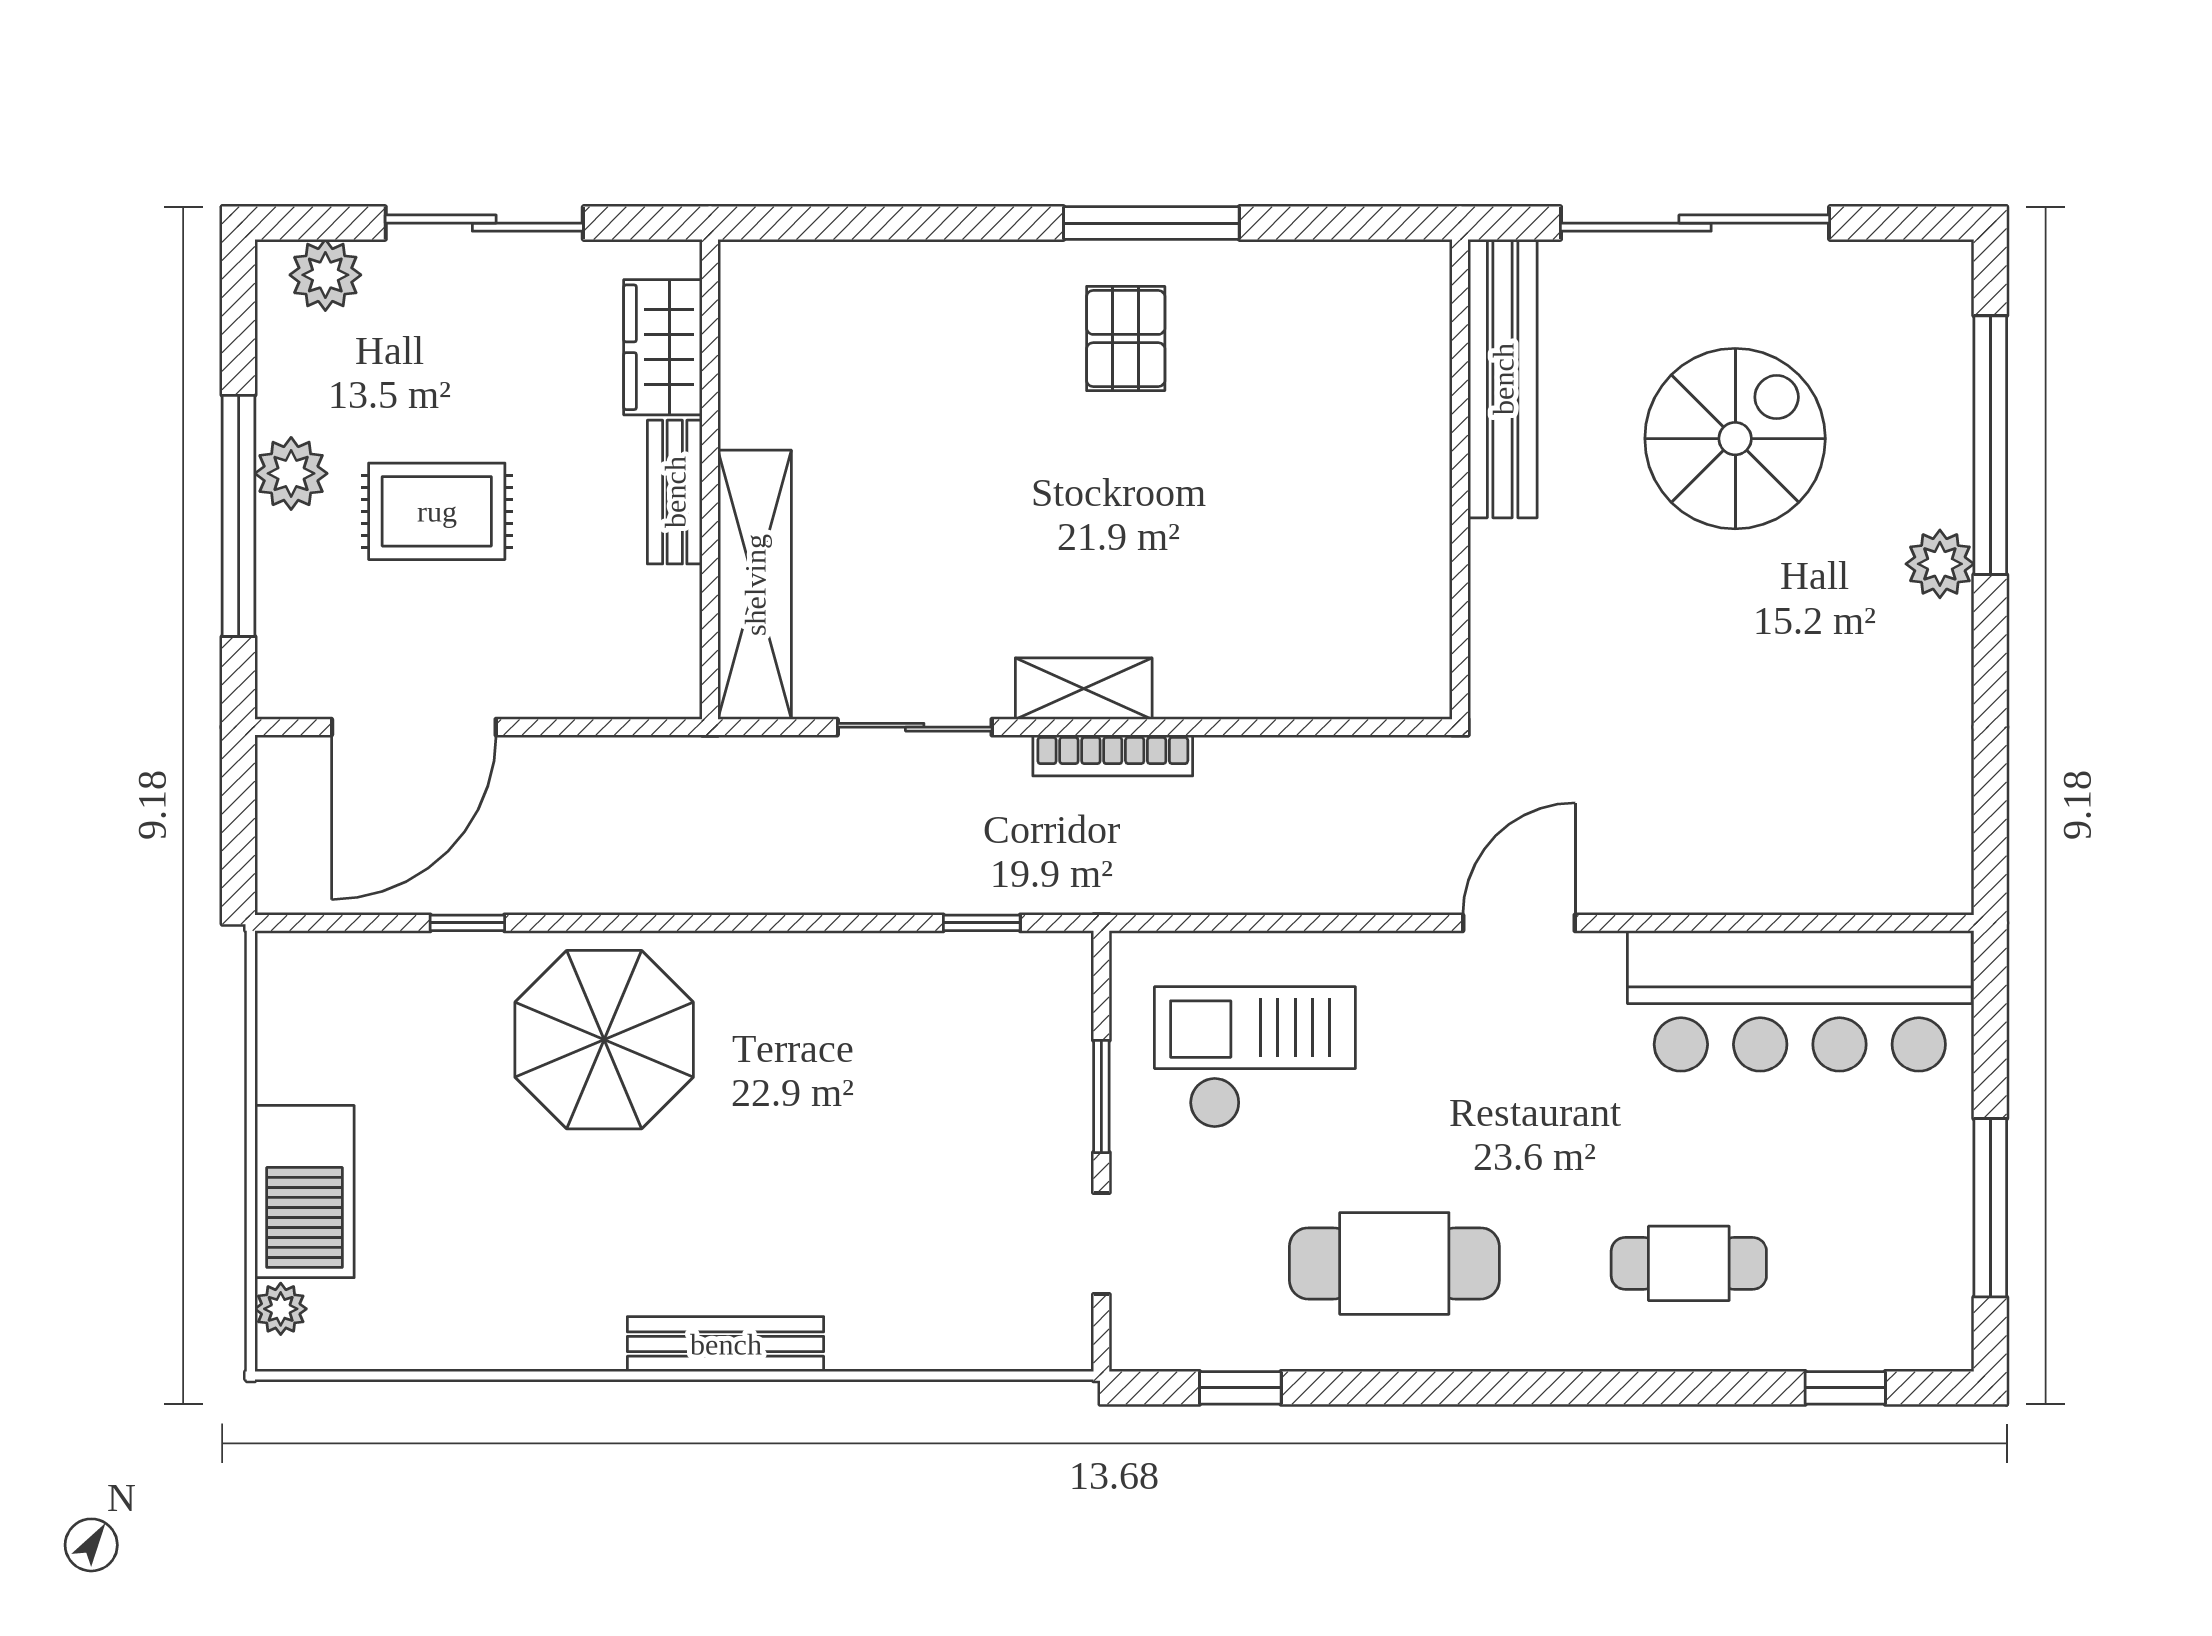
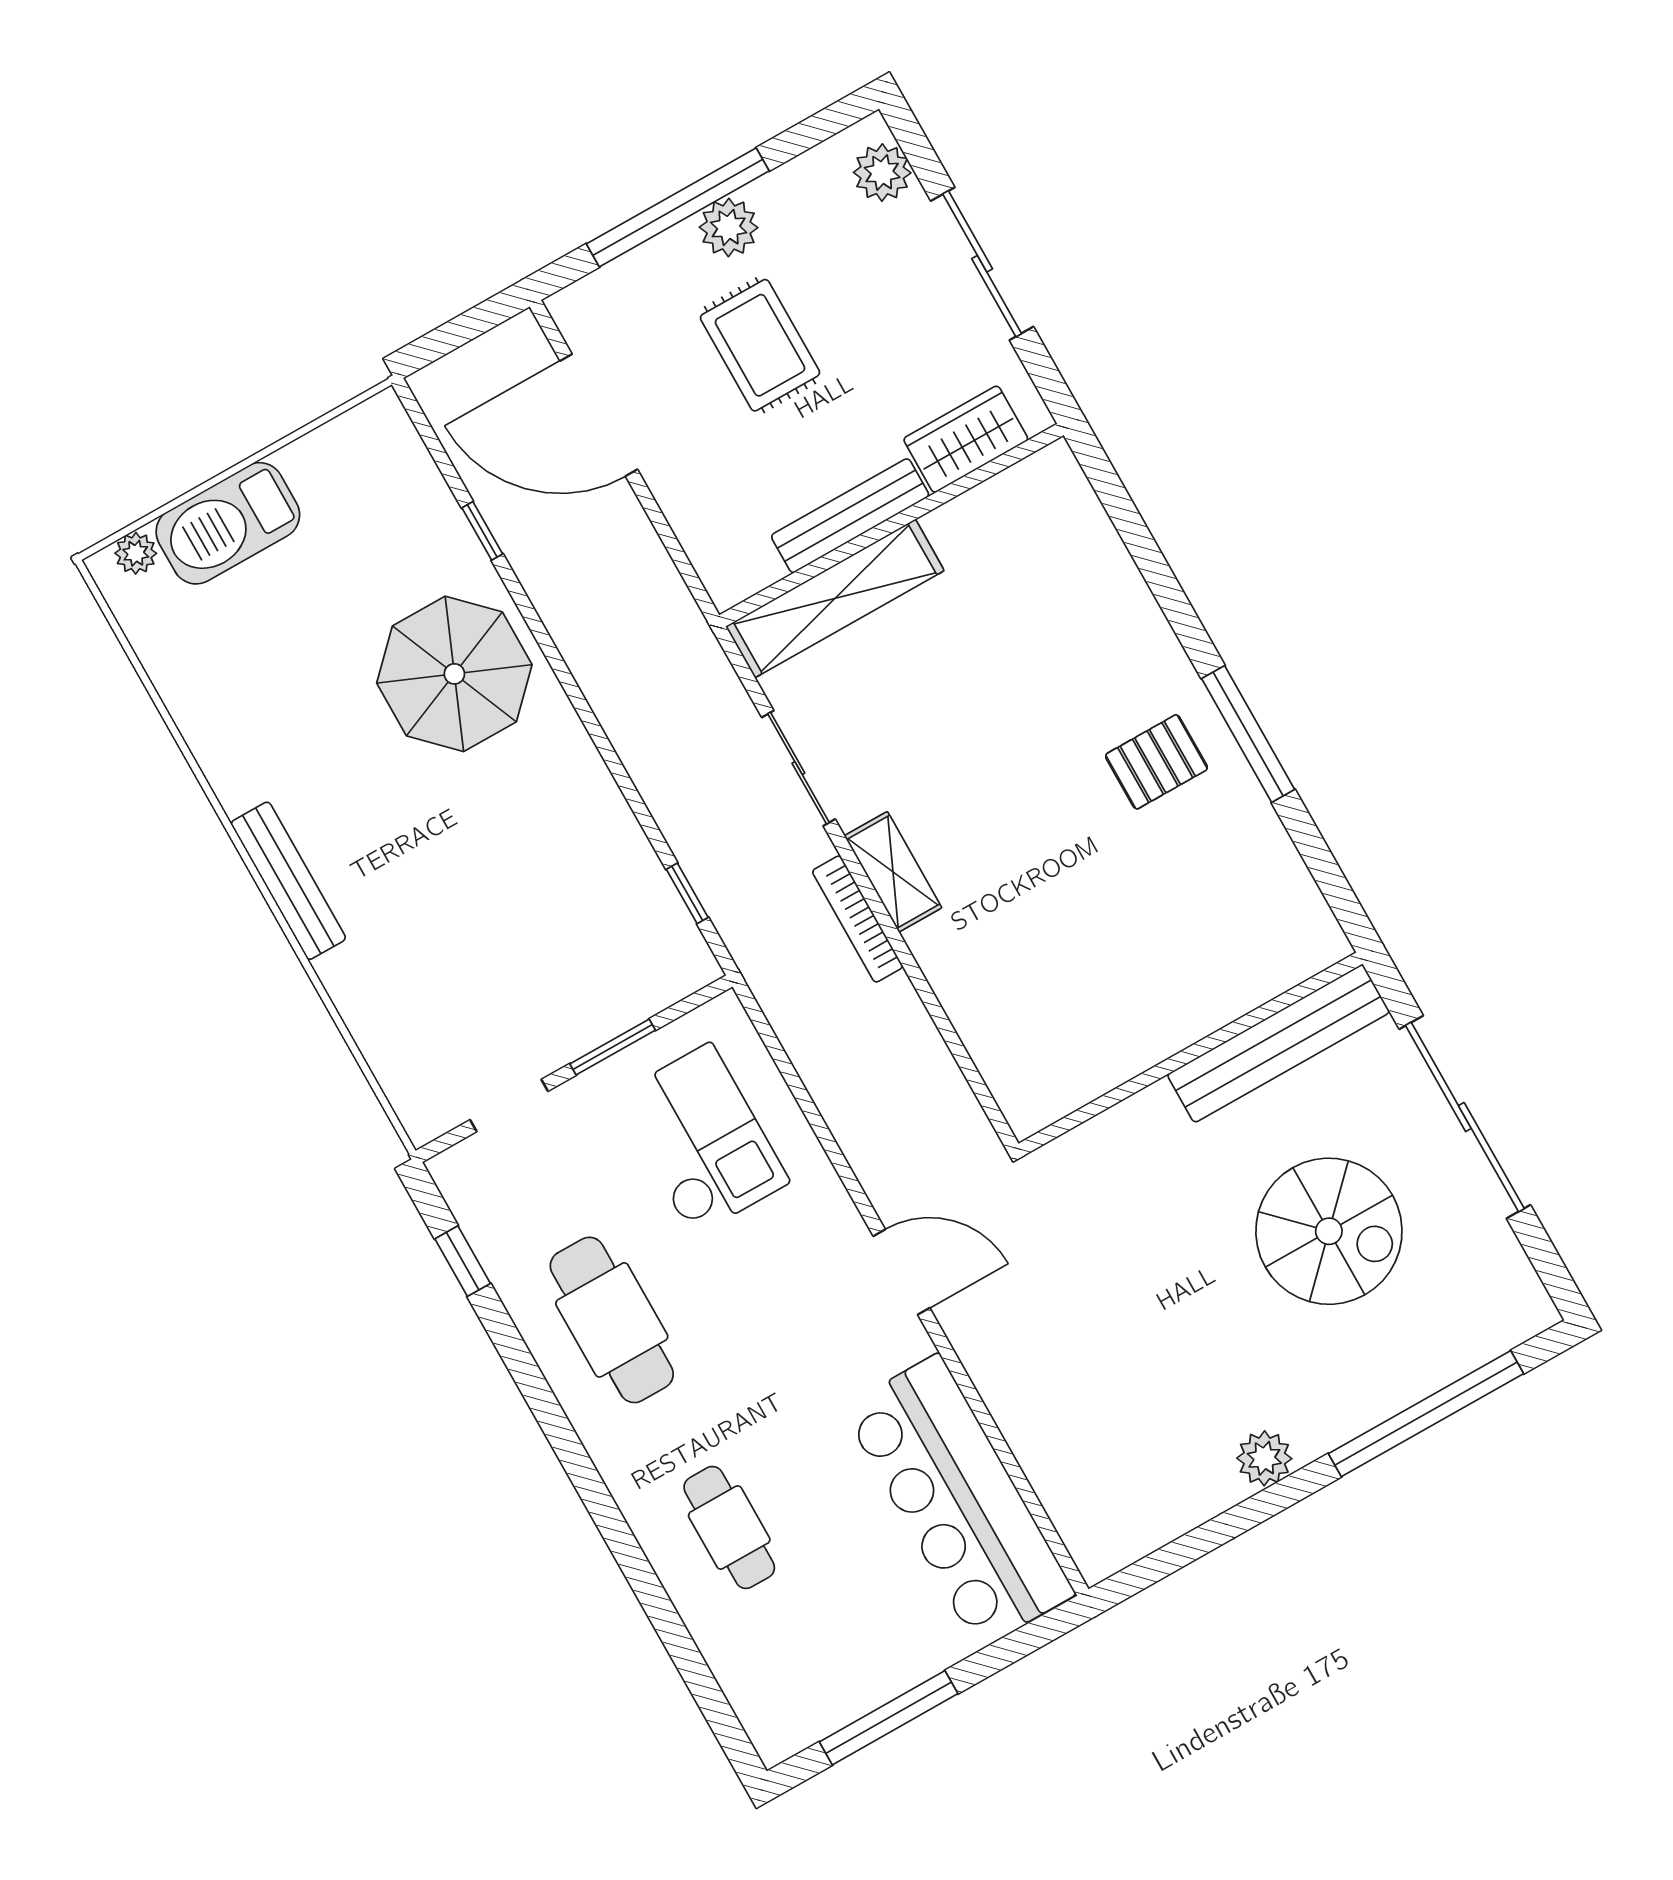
bench: (675, 492) -> (850, 516), width x1.36
plant: (1940, 564) -> (1264, 1458), moved
window: (1845, 1388) -> (704, 1687), removed

